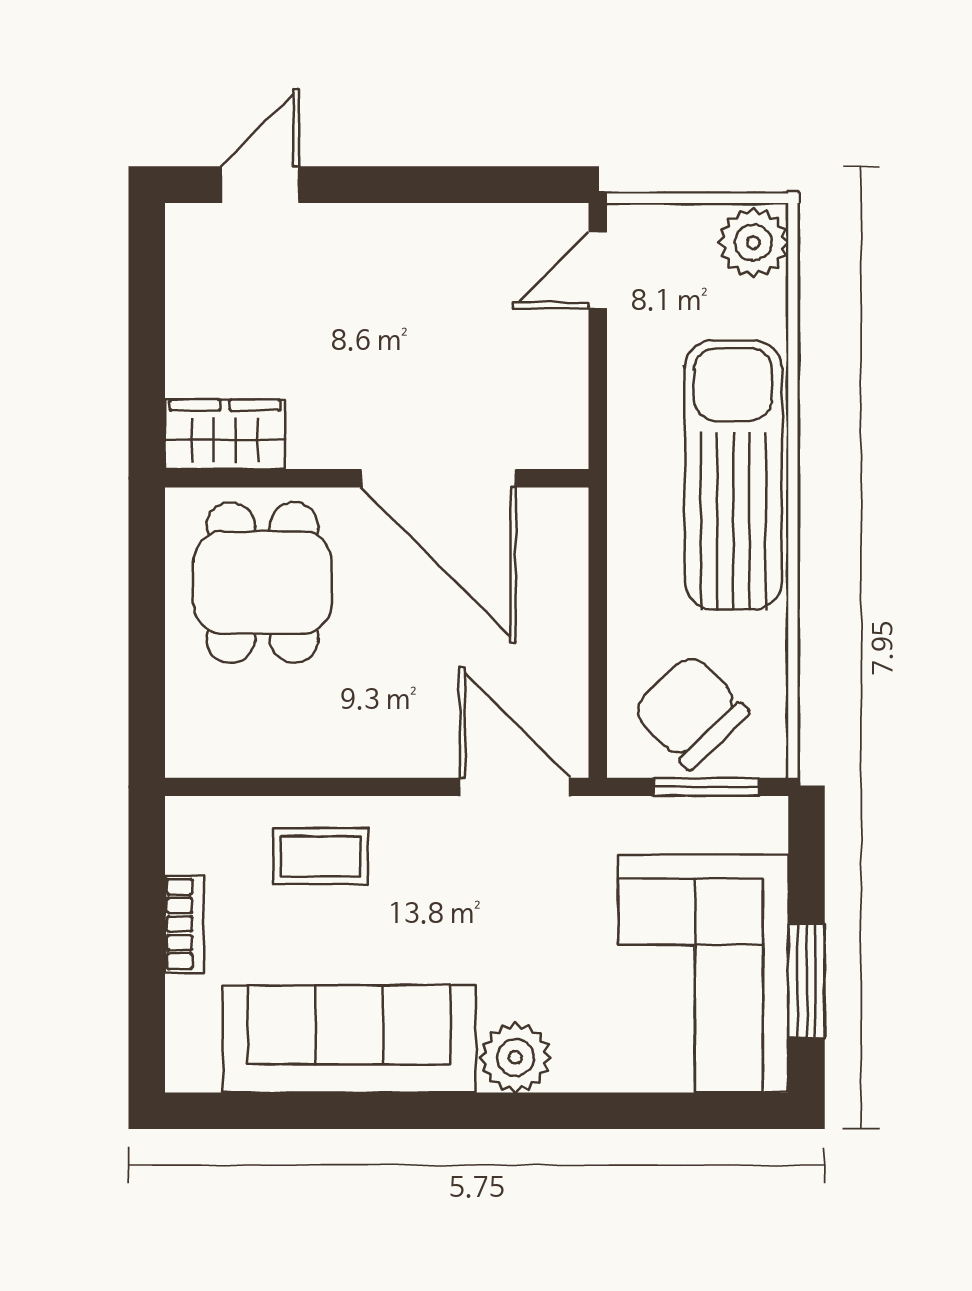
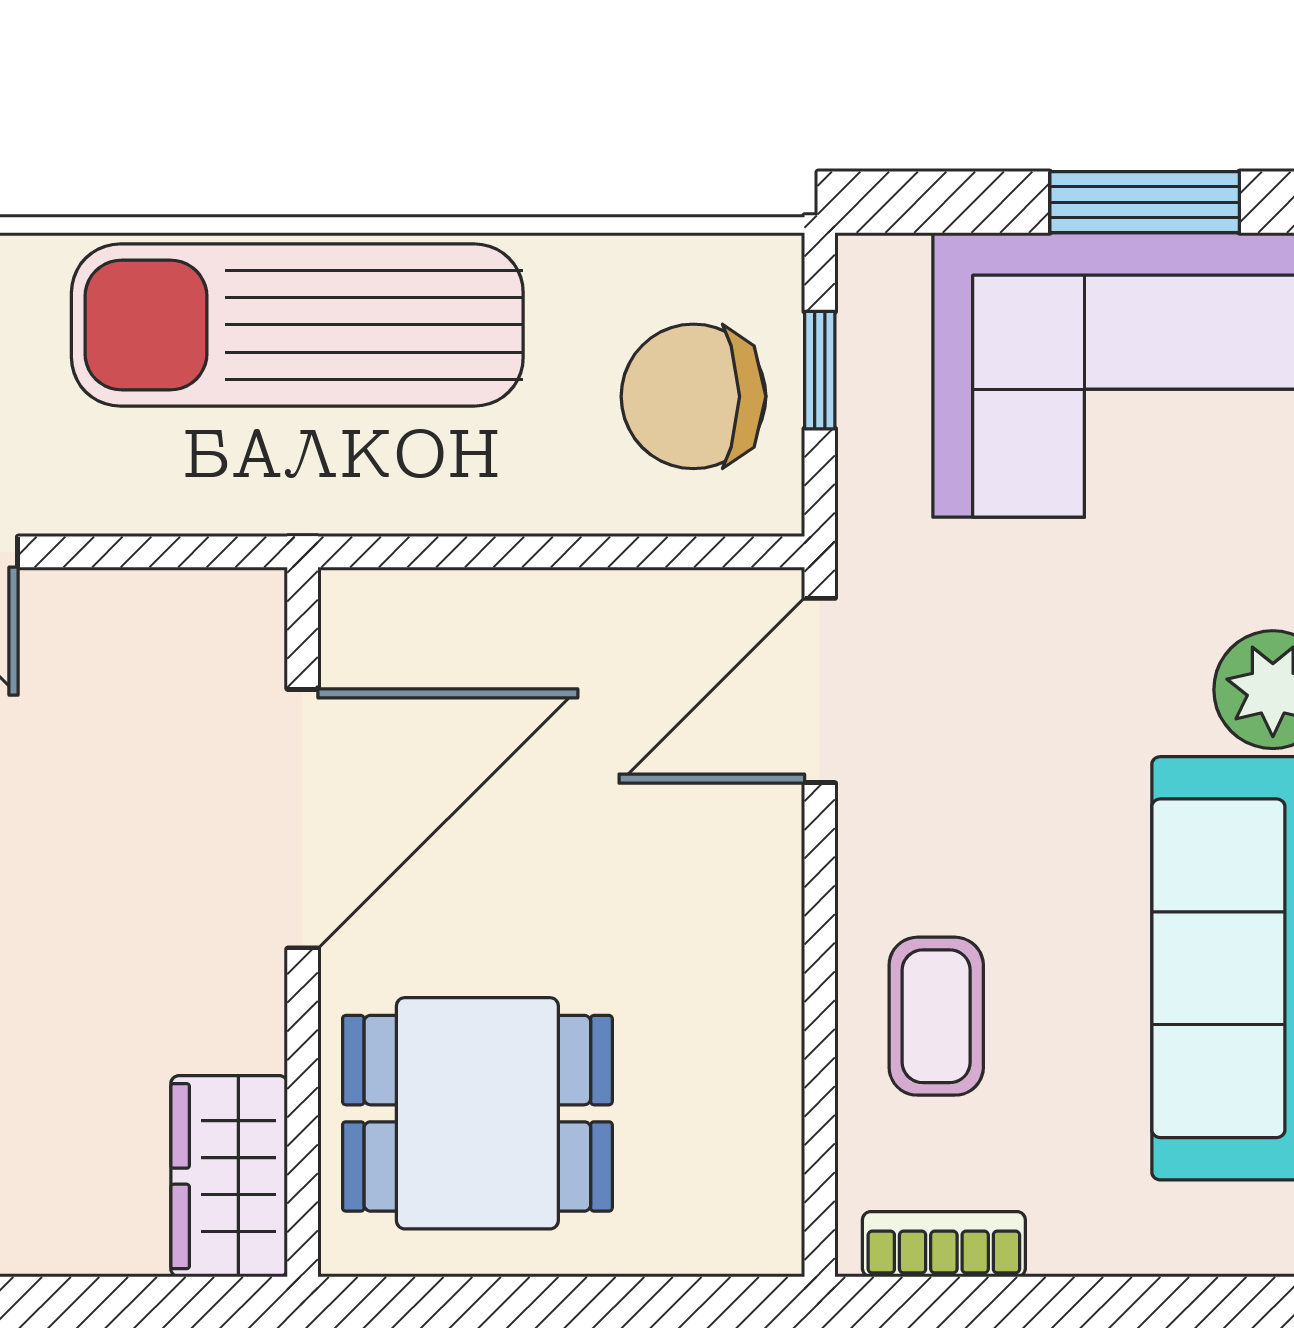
chair: (691, 712) -> (693, 396), turned 44
window: (706, 787) -> (820, 370), width x0.67
bookcase: (184, 924) -> (944, 1244), moved

